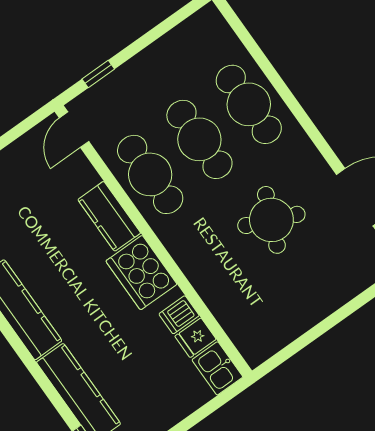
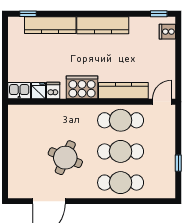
window: (98, 74) -> (178, 163), moved
door: (74, 130) -> (162, 102), hinge flipped
kitchen counter: (109, 216) -> (123, 91), width x1.50

